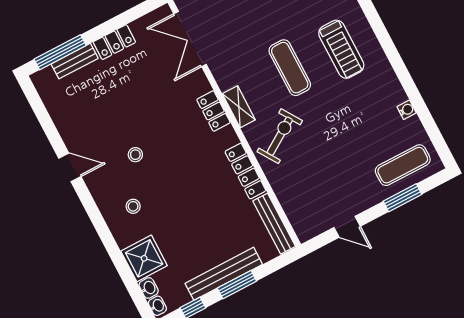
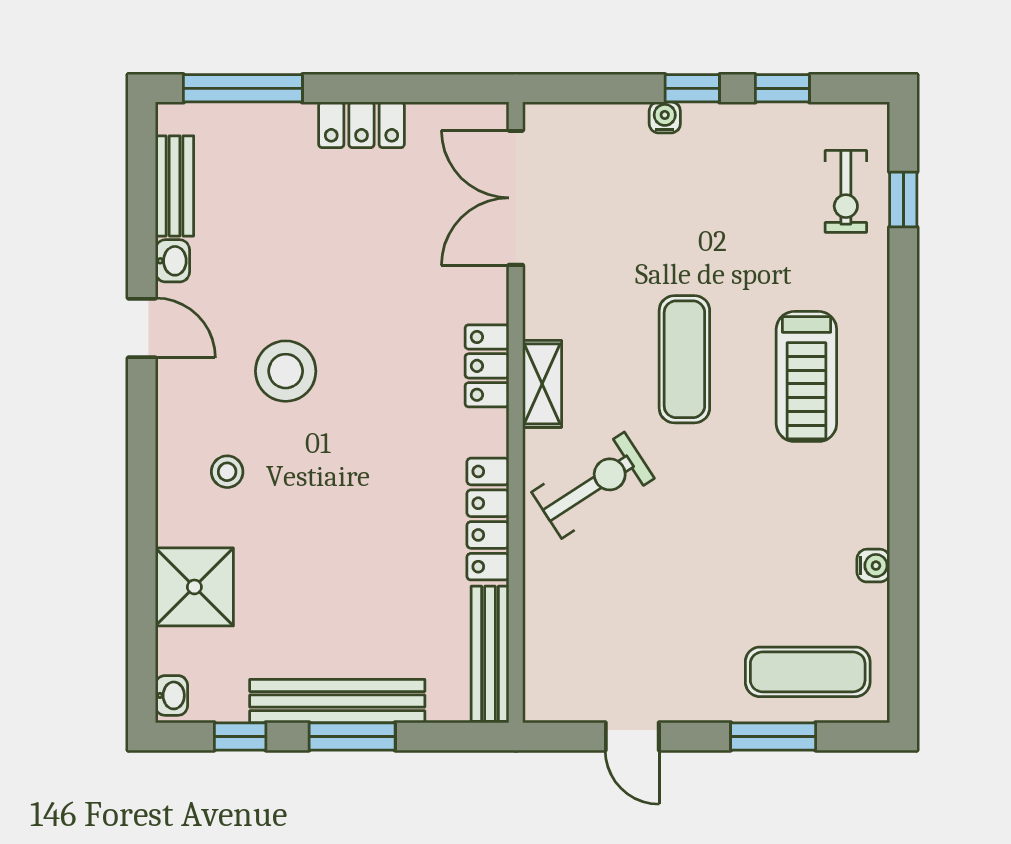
bench: (75, 61) -> (175, 186), moved, turned 90
stool: (135, 155) -> (286, 371), width x1.89, depth x1.89
washbasin: (149, 288) -> (172, 261), moved

